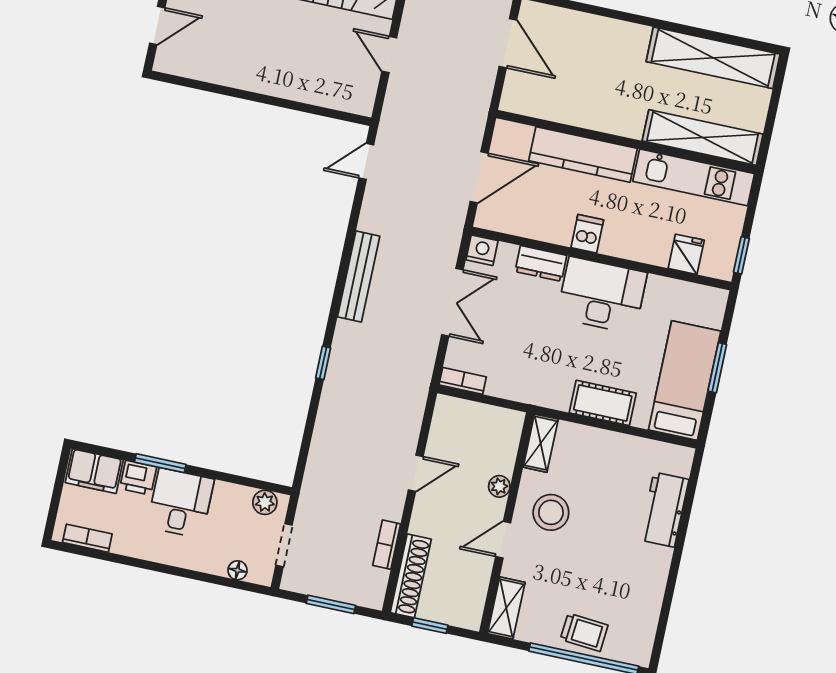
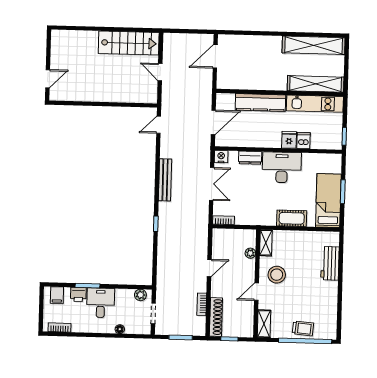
door: (508, 43) -> (215, 56), swing flipped
dishwasher: (587, 234) -> (304, 141), moved
fridge: (686, 254) -> (289, 140), moved
filing cabinet: (94, 471) -> (57, 295), width x0.50
plant: (499, 486) -> (250, 253), moved
floor lamp: (237, 570) -> (120, 329), moved

